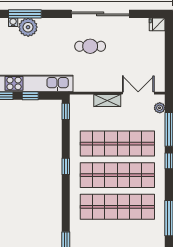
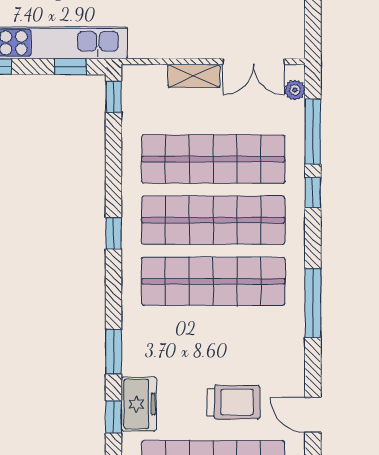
double door: (138, 93) -> (254, 62), swing flipped
window: (30, 96) -> (70, 67), moved
window: (66, 166) -> (114, 233), moved

